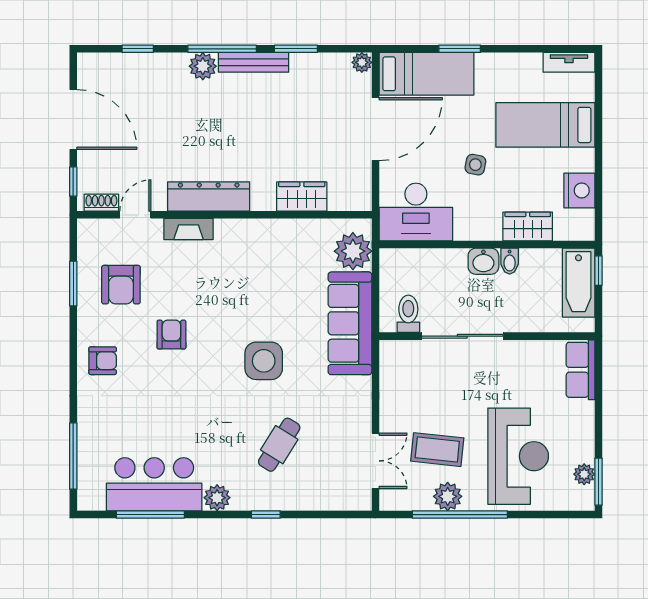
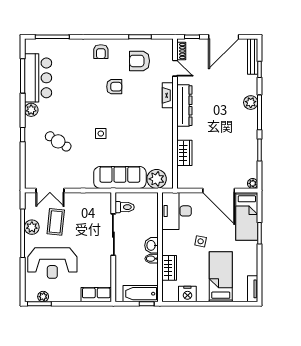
bench: (254, 62) -> (253, 56), moved
side table: (264, 361) -> (101, 134), width x0.54, depth x0.54

